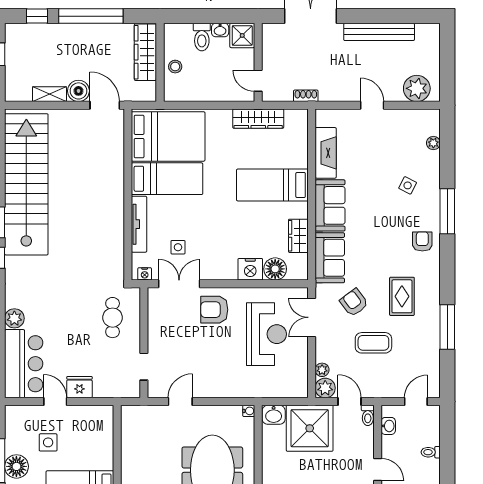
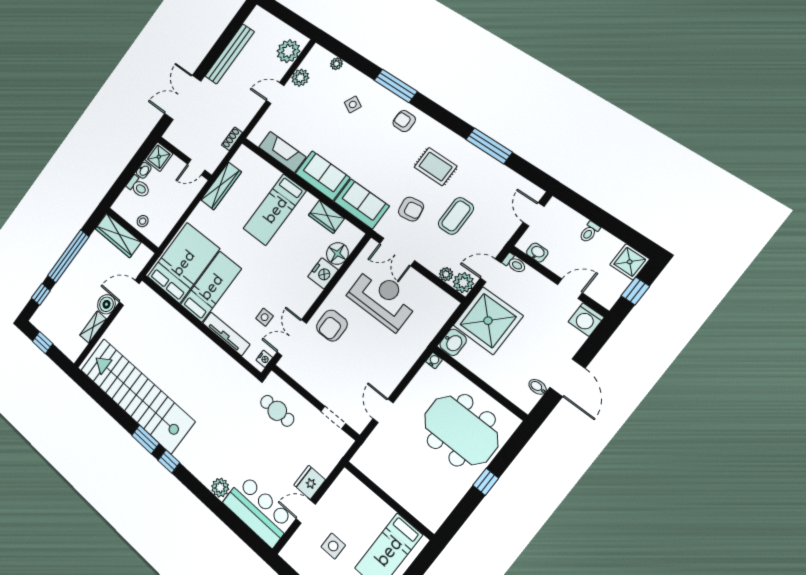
plant: (400, 119) -> (300, 78), added
armchair: (354, 303) -> (411, 209), turned -152

